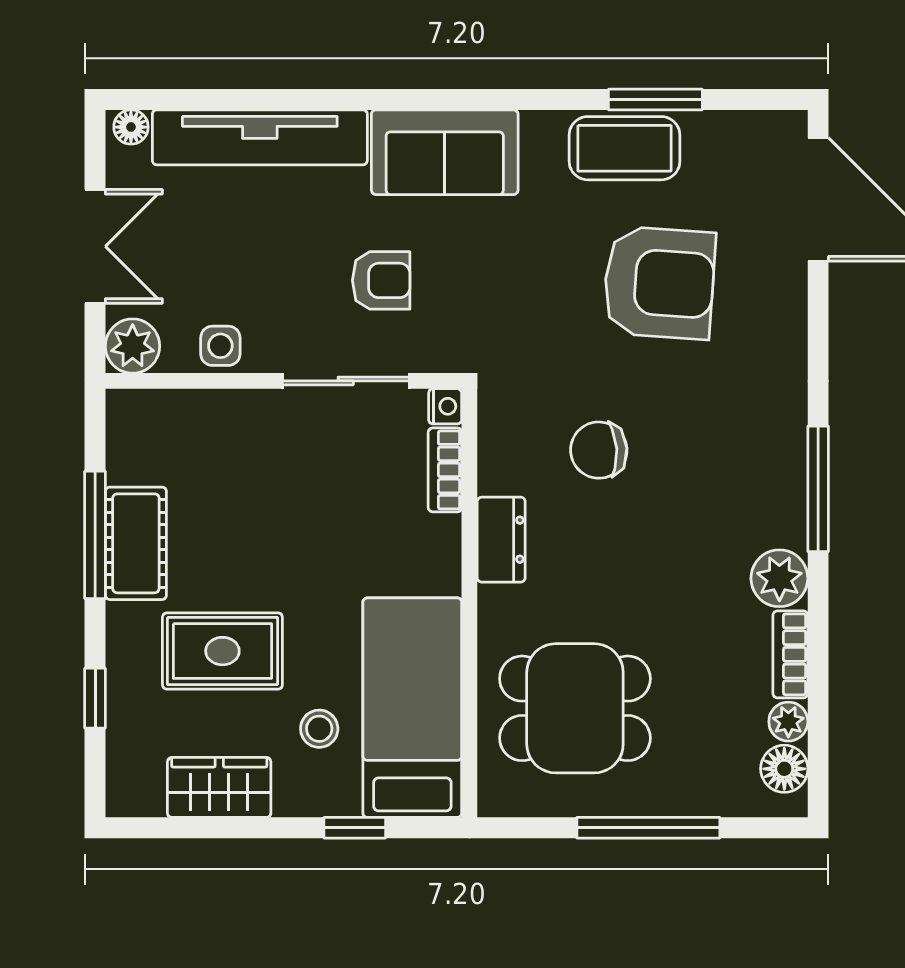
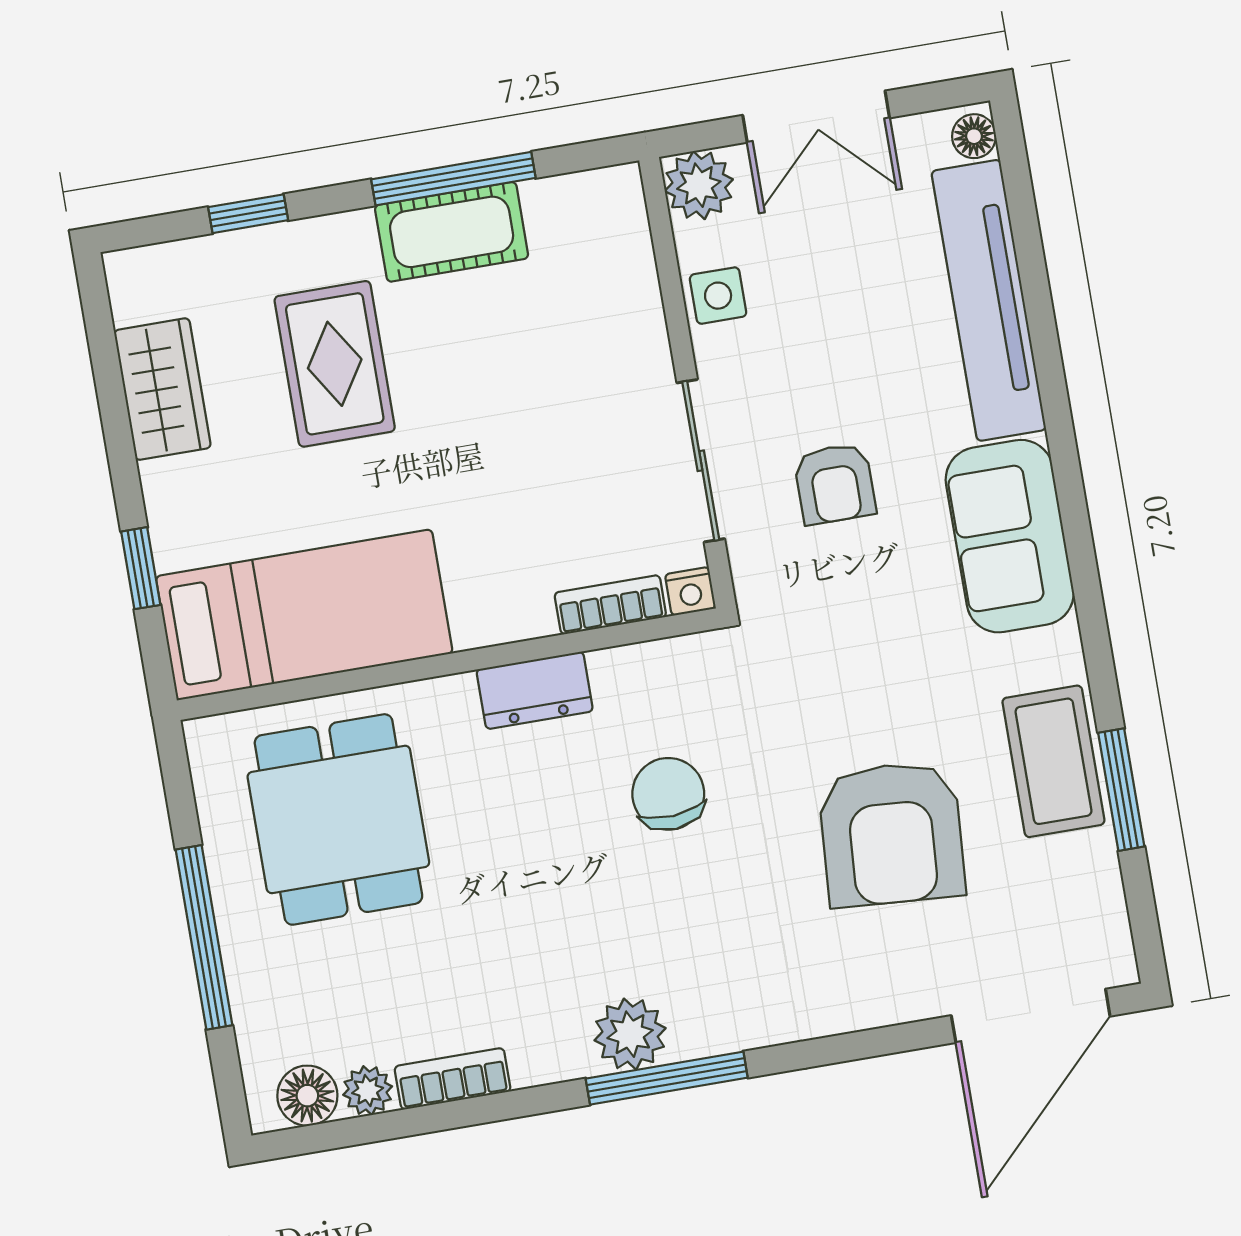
plant: (779, 578) -> (630, 1034), moved
stool: (319, 729) -> (258, 502), removed

